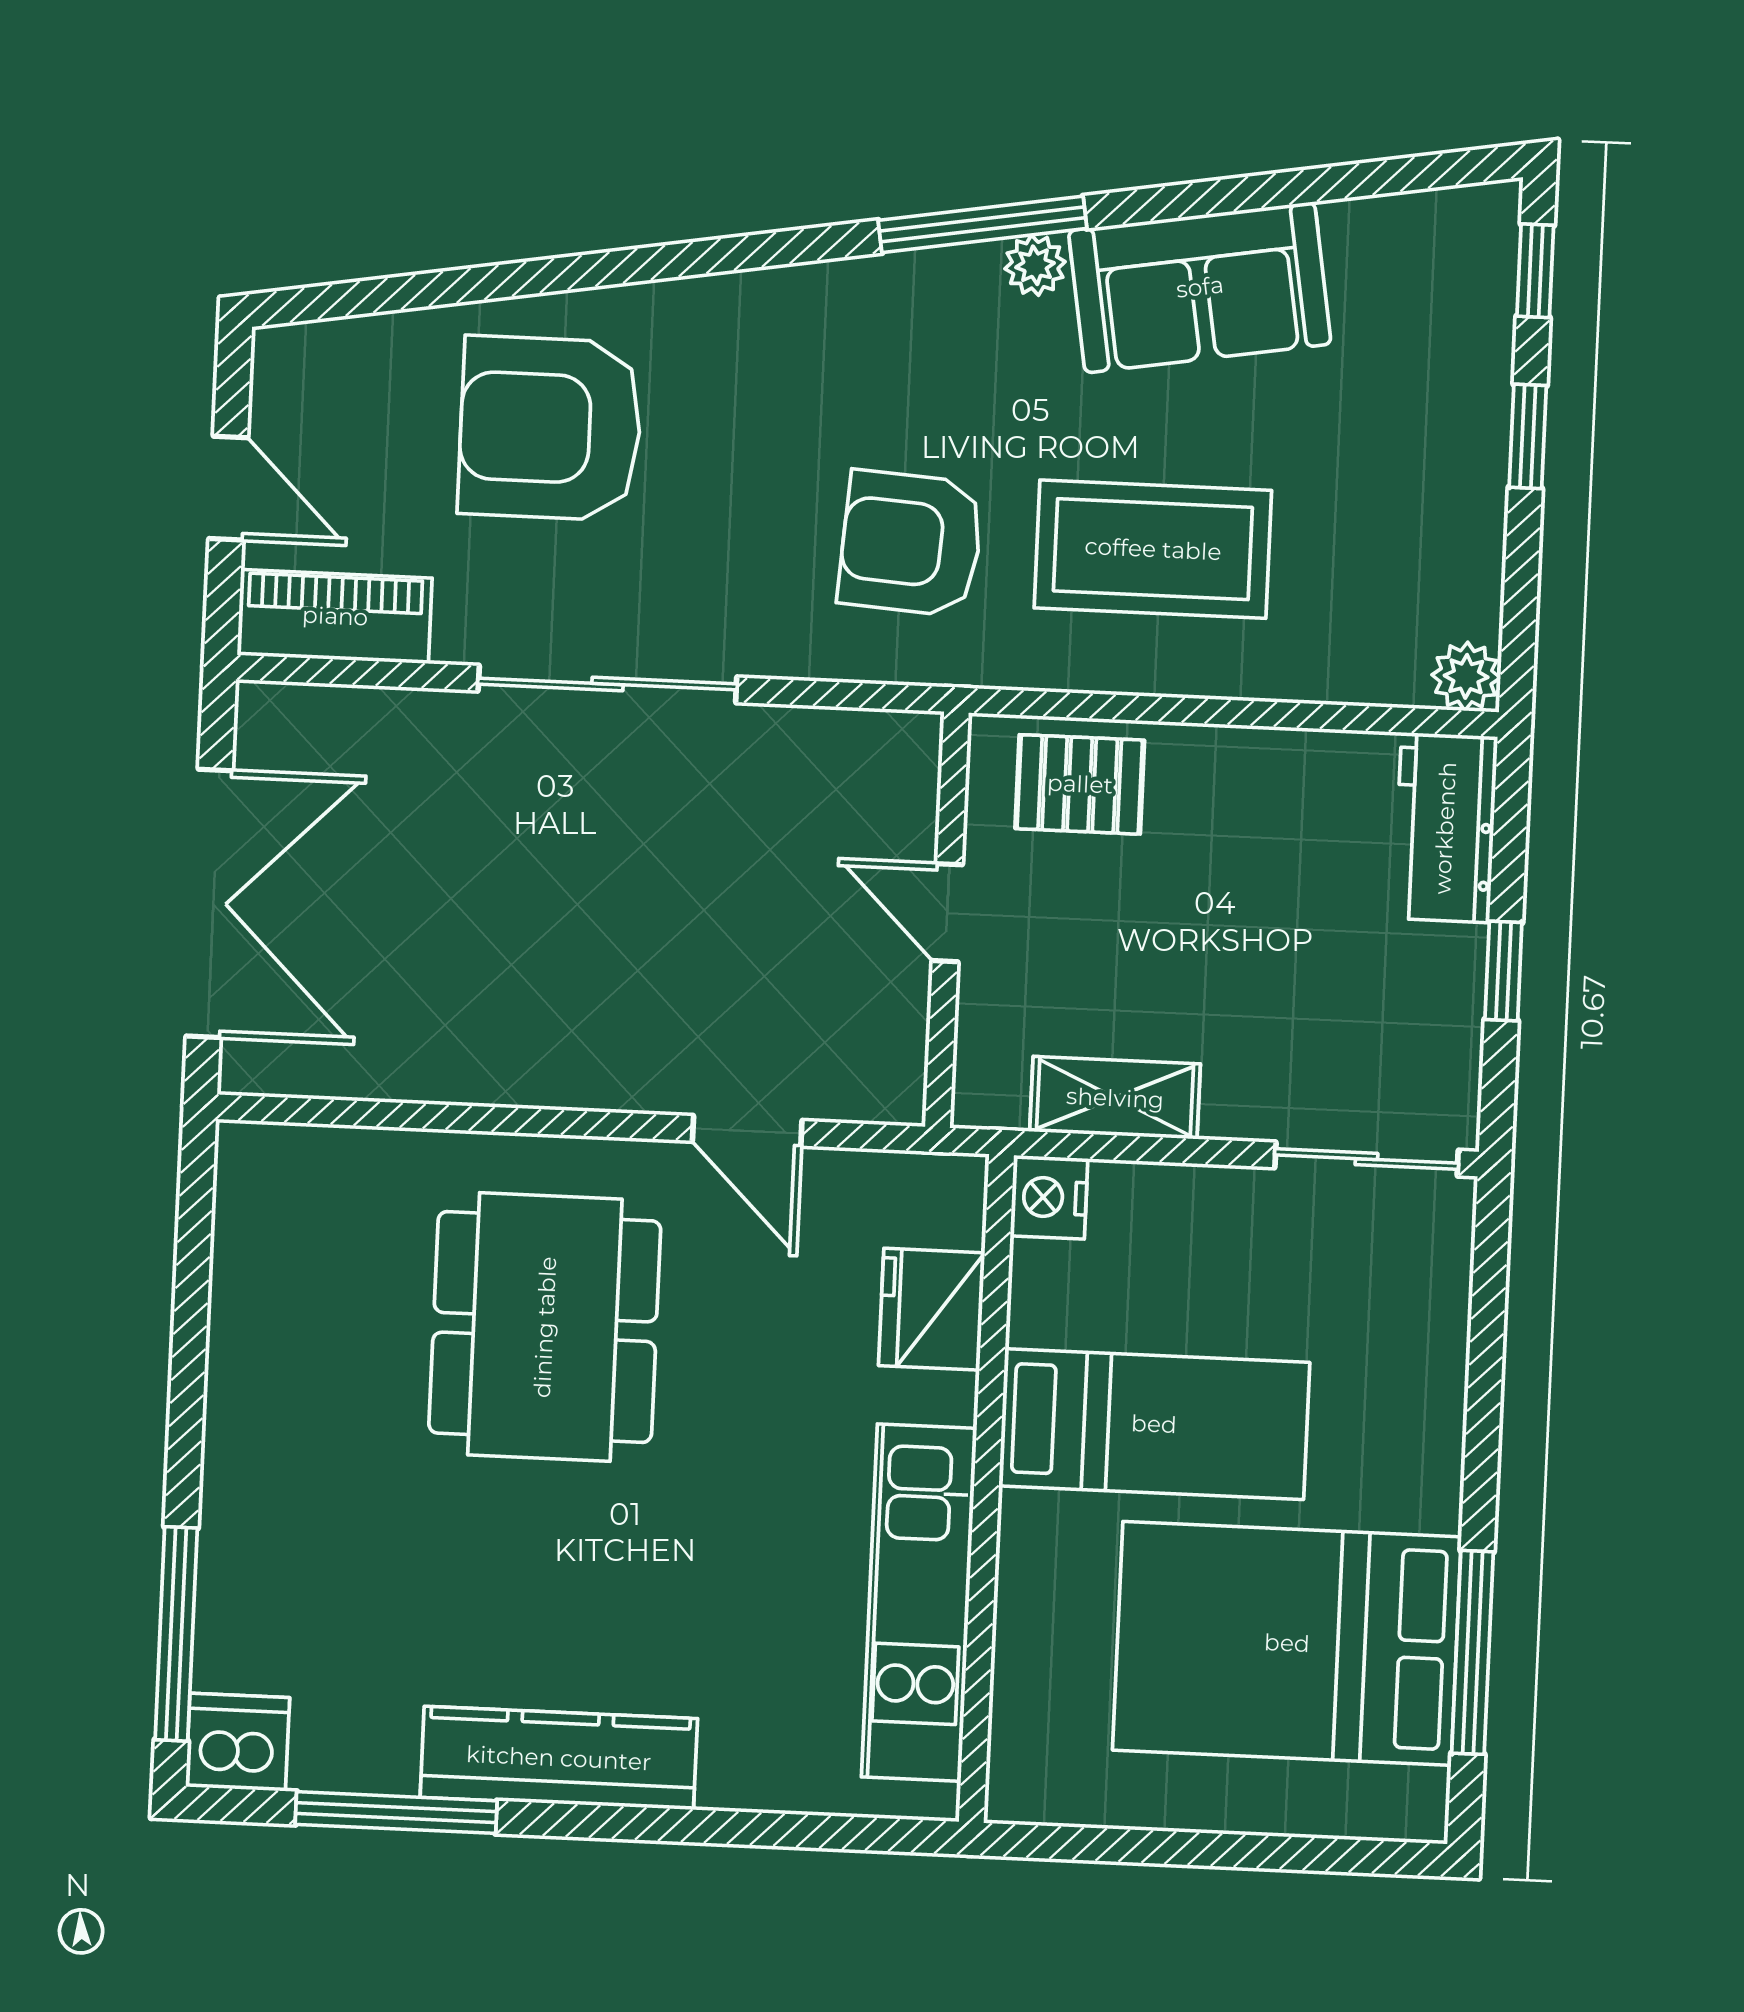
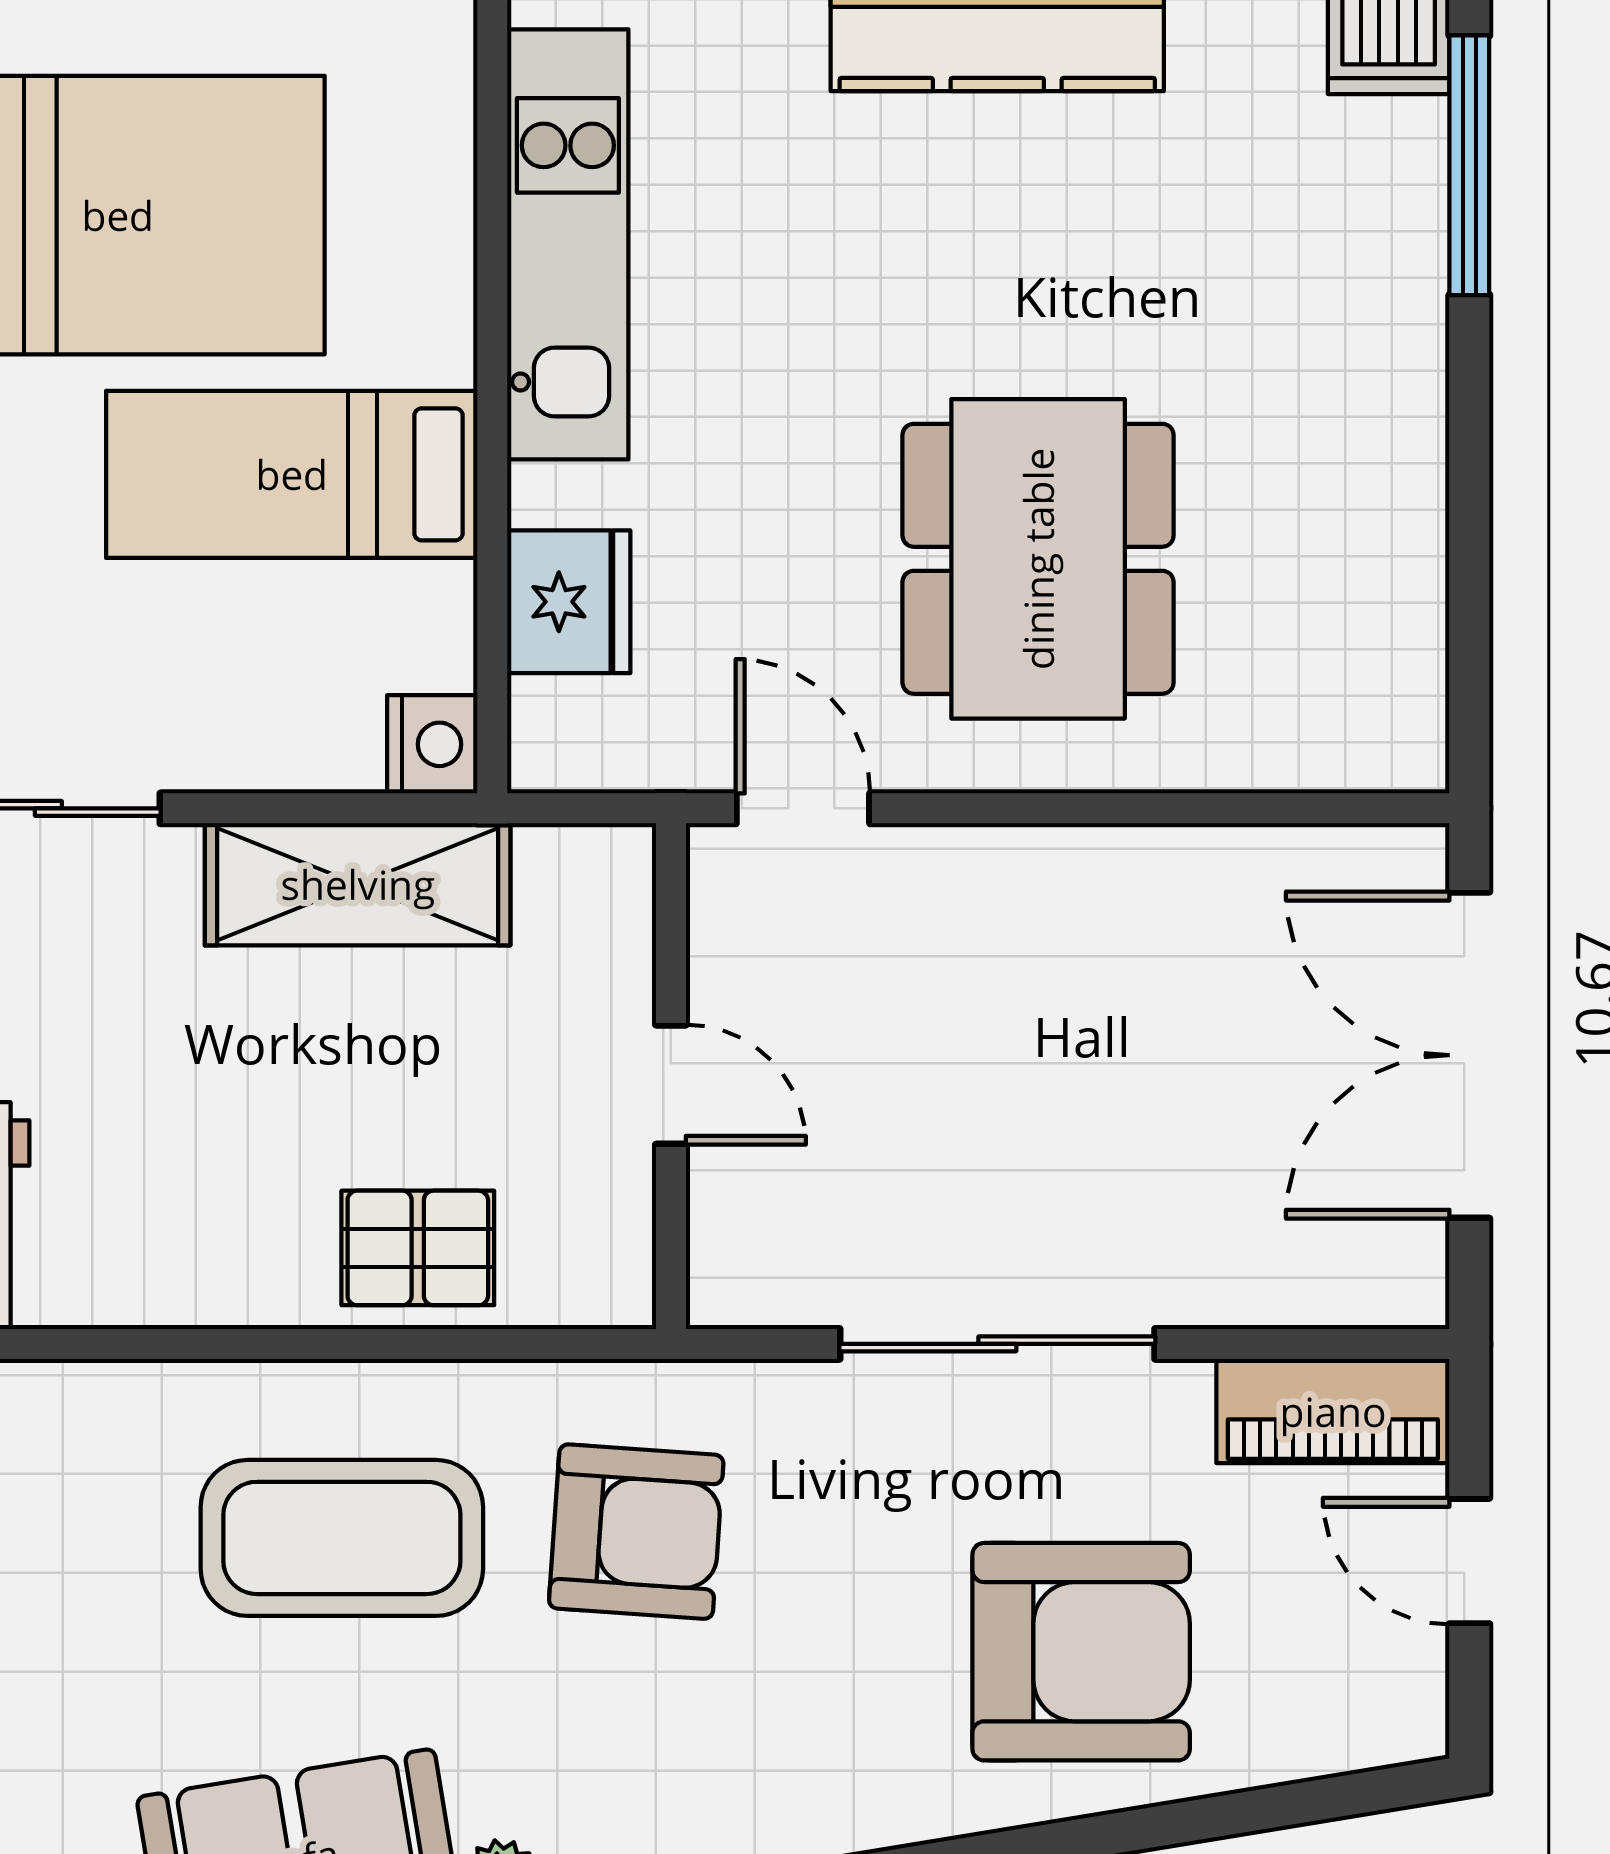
door: (947, 913) -> (671, 1085), moved
wall: (947, 920) -> (671, 1076), moved
shelving: (1115, 1098) -> (358, 884), width x1.50, depth x1.33

